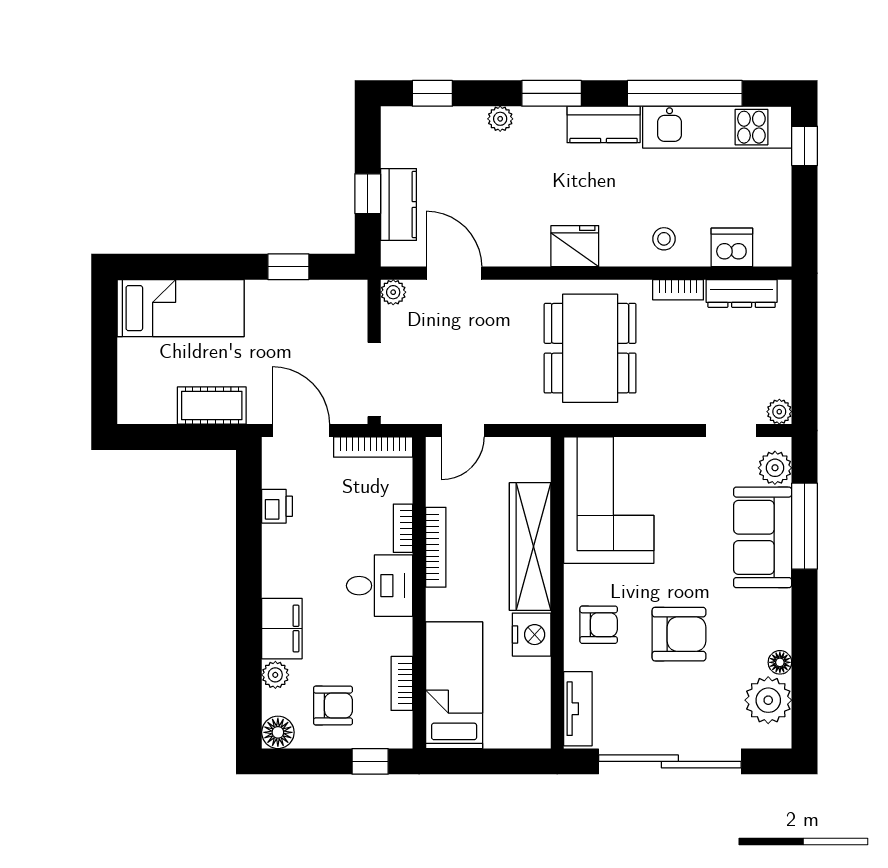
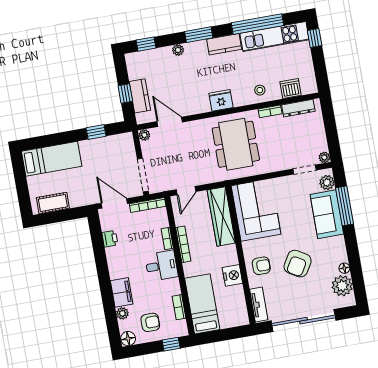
cot: (212, 405) -> (53, 203), moved
wardrobe: (530, 547) -> (221, 216), moved
armchair: (679, 634) -> (298, 264), turned 121

